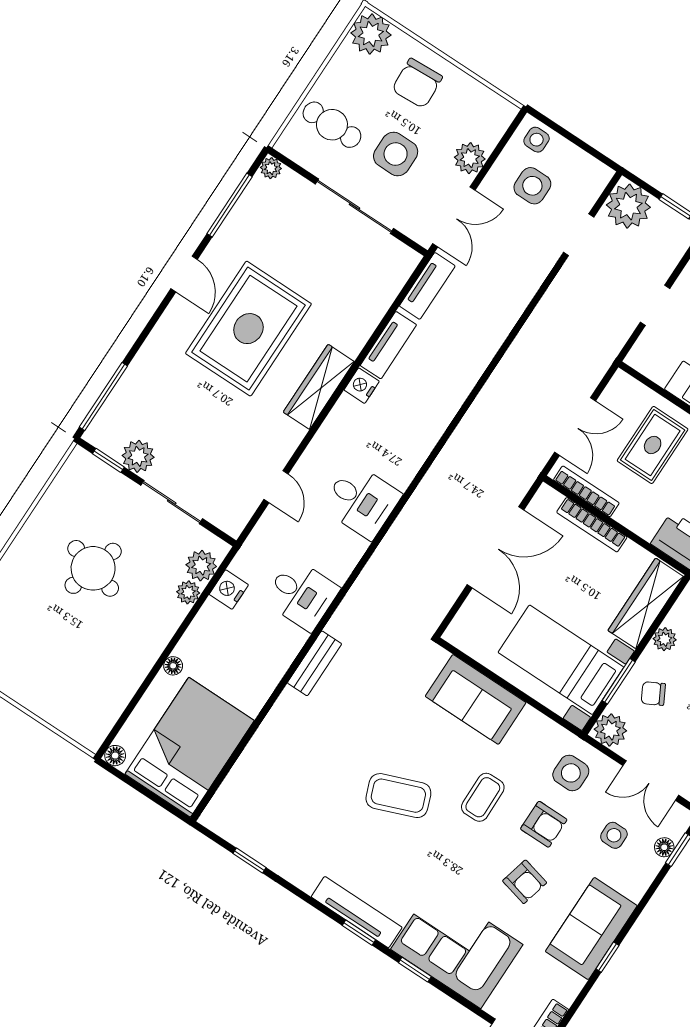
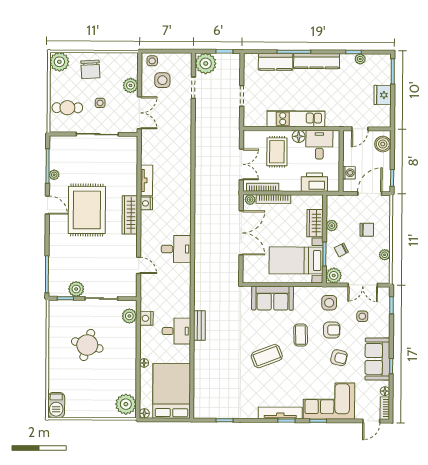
side table: (396, 154) -> (100, 103), width x0.54, depth x0.54
plant: (271, 168) -> (54, 175), moved
tv unit: (427, 286) -> (147, 147), removed
plant: (550, 499) -> (250, 200), added
plant: (188, 592) -> (126, 404), moved, width x1.88, depth x1.88
desk: (302, 595) -> (176, 331), moved
wardrobe: (646, 603) -> (315, 223), width x0.67
floor lamp: (664, 847) -> (385, 391), moved

